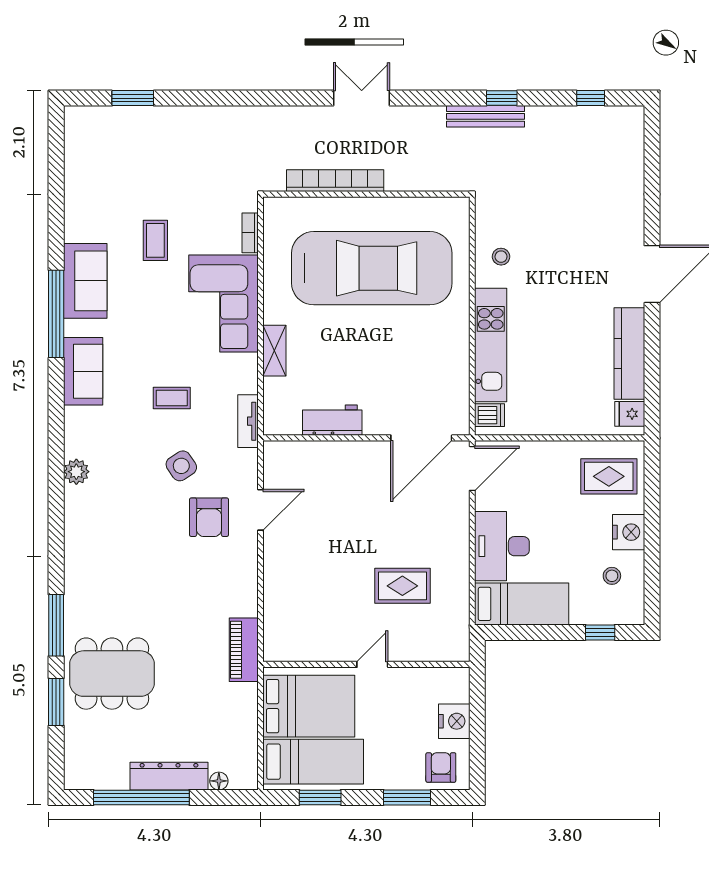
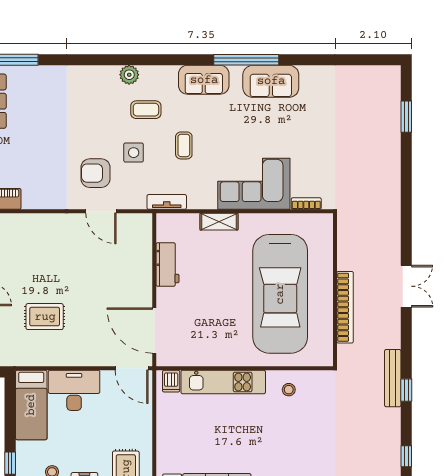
bookcase: (335, 181) -> (345, 307), moved
coffee table: (155, 240) -> (146, 110), moved
side table: (181, 466) -> (134, 153), turned 34
rug: (402, 586) -> (45, 317), turned 90

